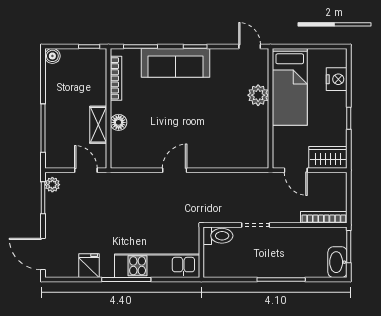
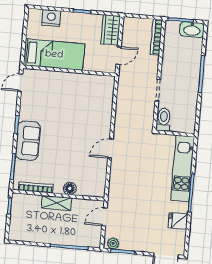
boiler: (52, 56) -> (14, 235), removed
sofa: (176, 63) -> (28, 141), width x0.73
plant: (258, 95) -> (58, 79), removed
shelving: (98, 125) -> (57, 203), moved
door: (175, 170) -> (110, 149), hinge flipped

